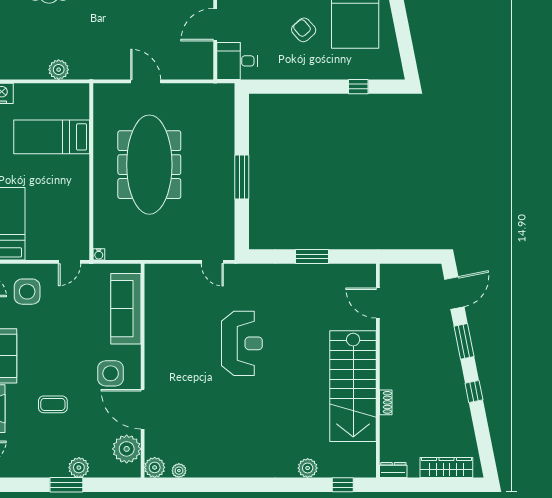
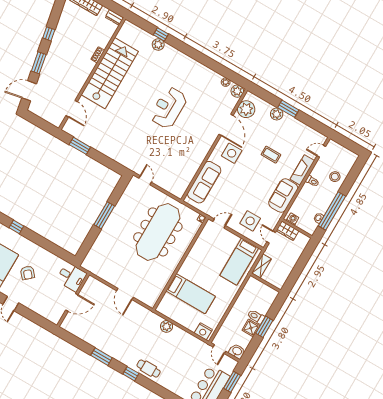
meeting table: (149, 165) -> (158, 232), moved
window: (312, 256) -> (80, 146), moved
reception desk: (242, 343) -> (168, 108), moved
window: (343, 485) -> (161, 34), moved

